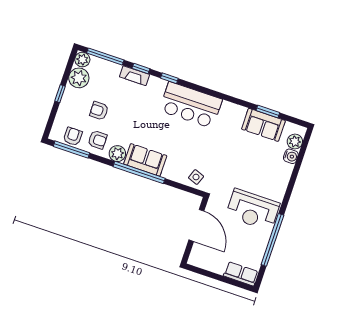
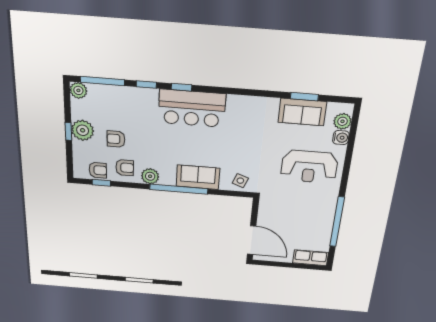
fireplace: (134, 76) -> (142, 94), removed
plant: (79, 78) -> (83, 130), moved
bar counter: (191, 105) -> (192, 108), moved
armchair: (73, 136) -> (98, 170), turned 90
window: (71, 150) -> (101, 183), width x0.46
sofa: (145, 160) -> (198, 177), moved
reception desk: (253, 210) -> (309, 167), moved
door: (196, 225) -> (252, 240), moved

